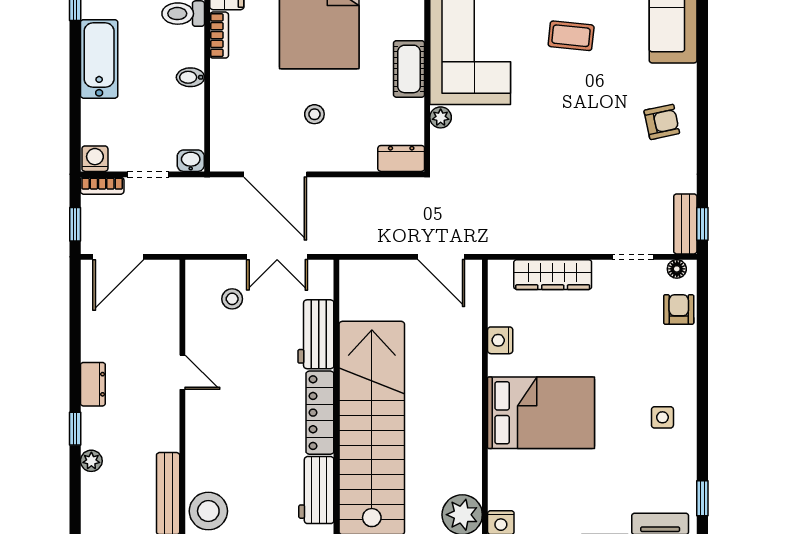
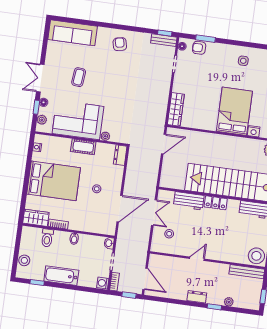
wardrobe: (553, 275) -> (176, 109), moved
window: (702, 322) -> (206, 39), added
nightstand: (500, 340) -> (254, 131), moved
locker: (320, 413) -> (216, 203), width x0.66

